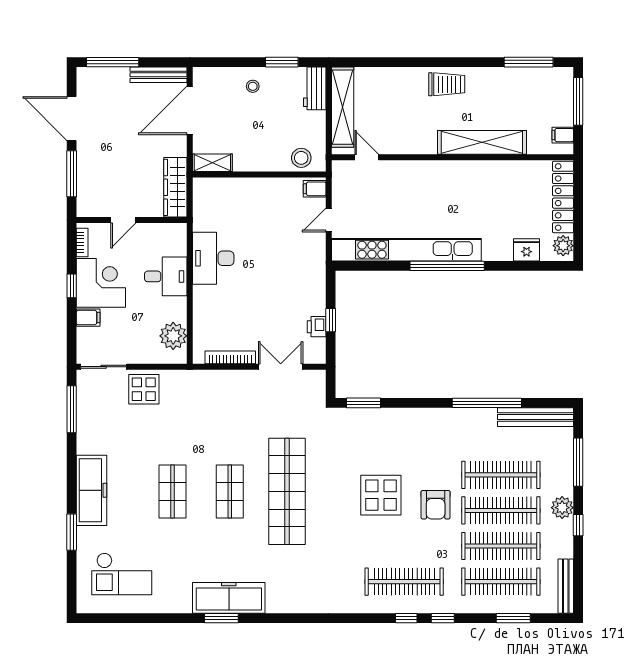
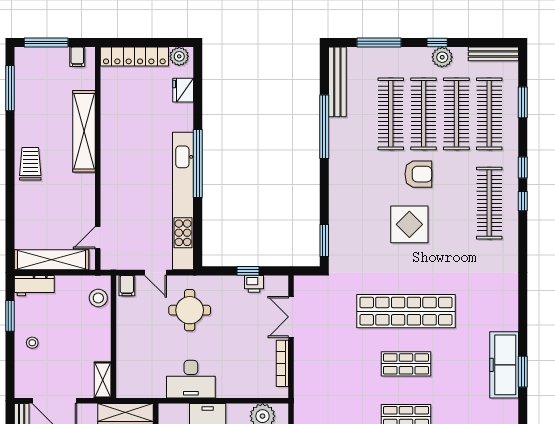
round table: (288, 257) -> (190, 310), added
plant: (562, 508) -> (442, 57), moved

